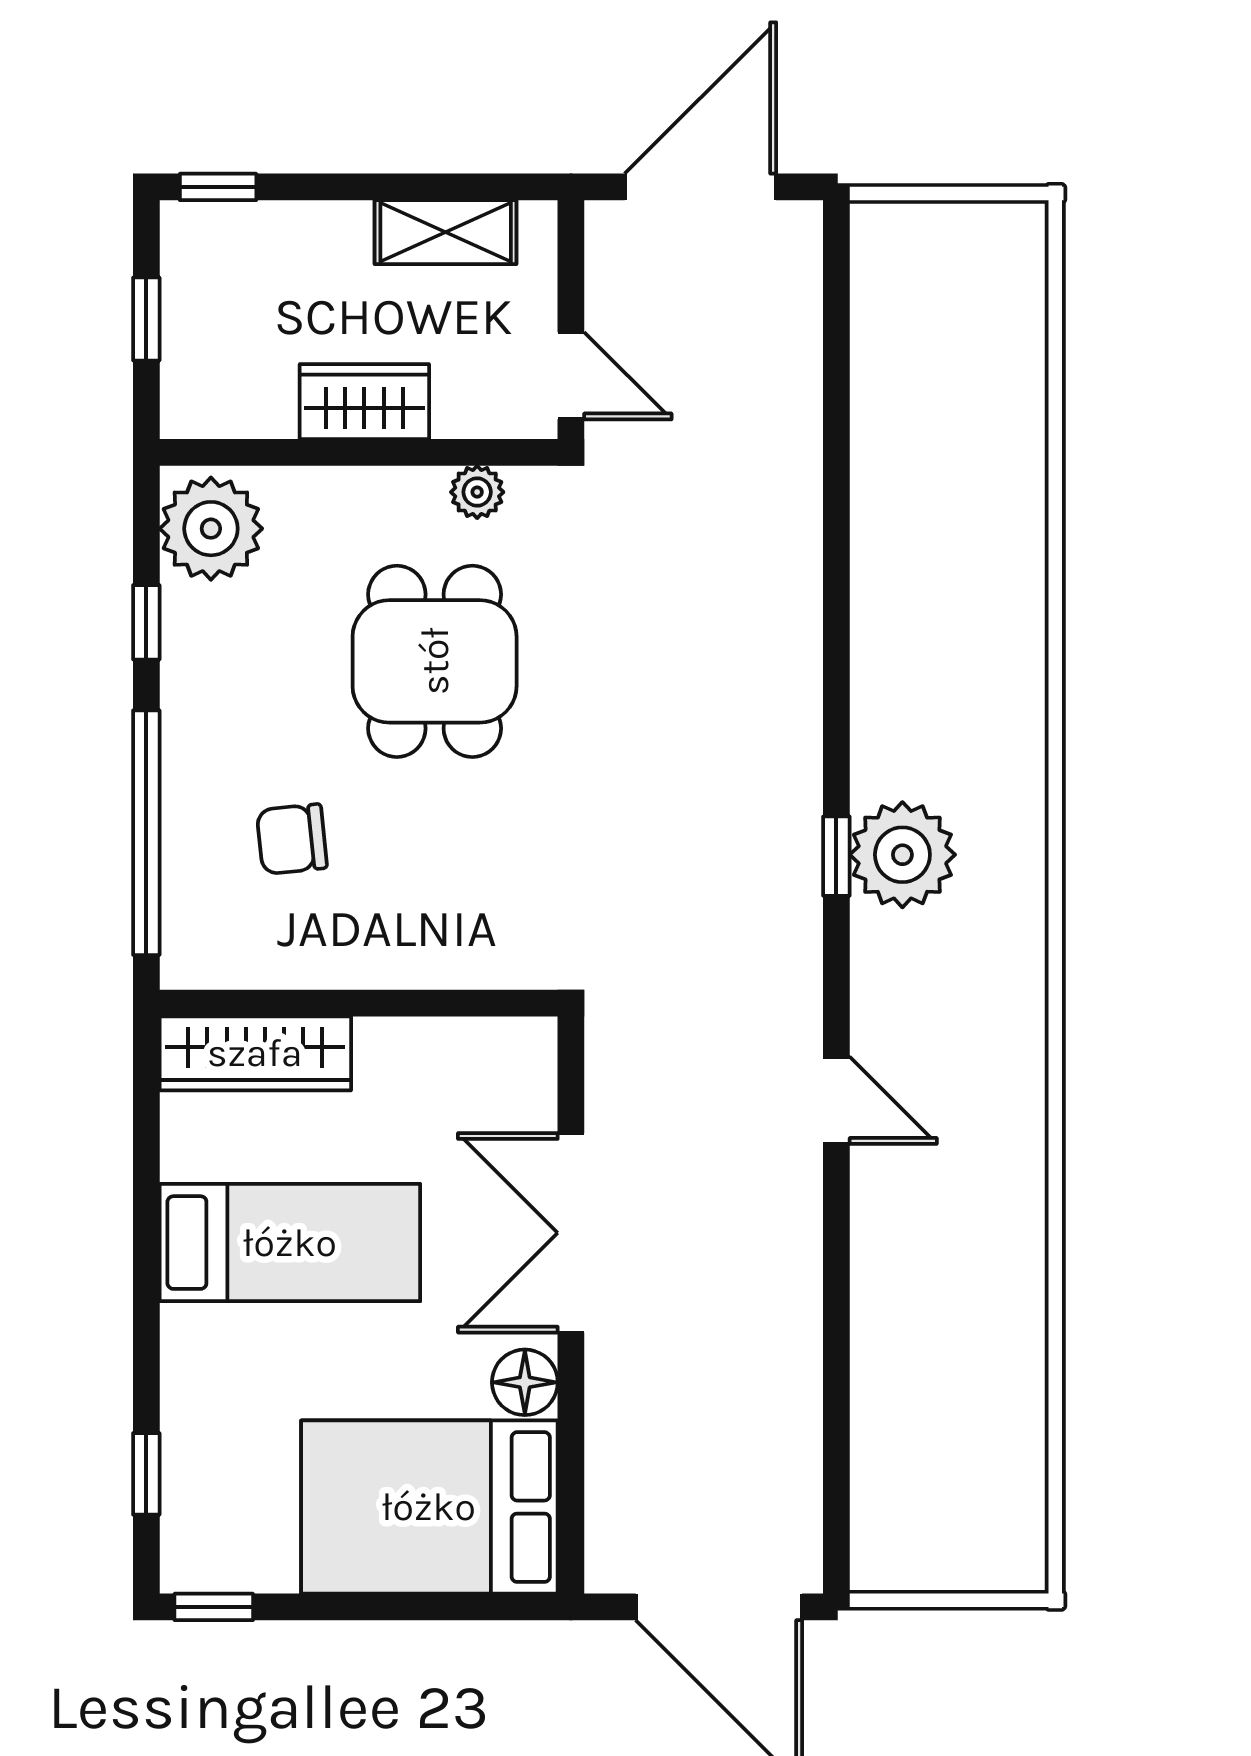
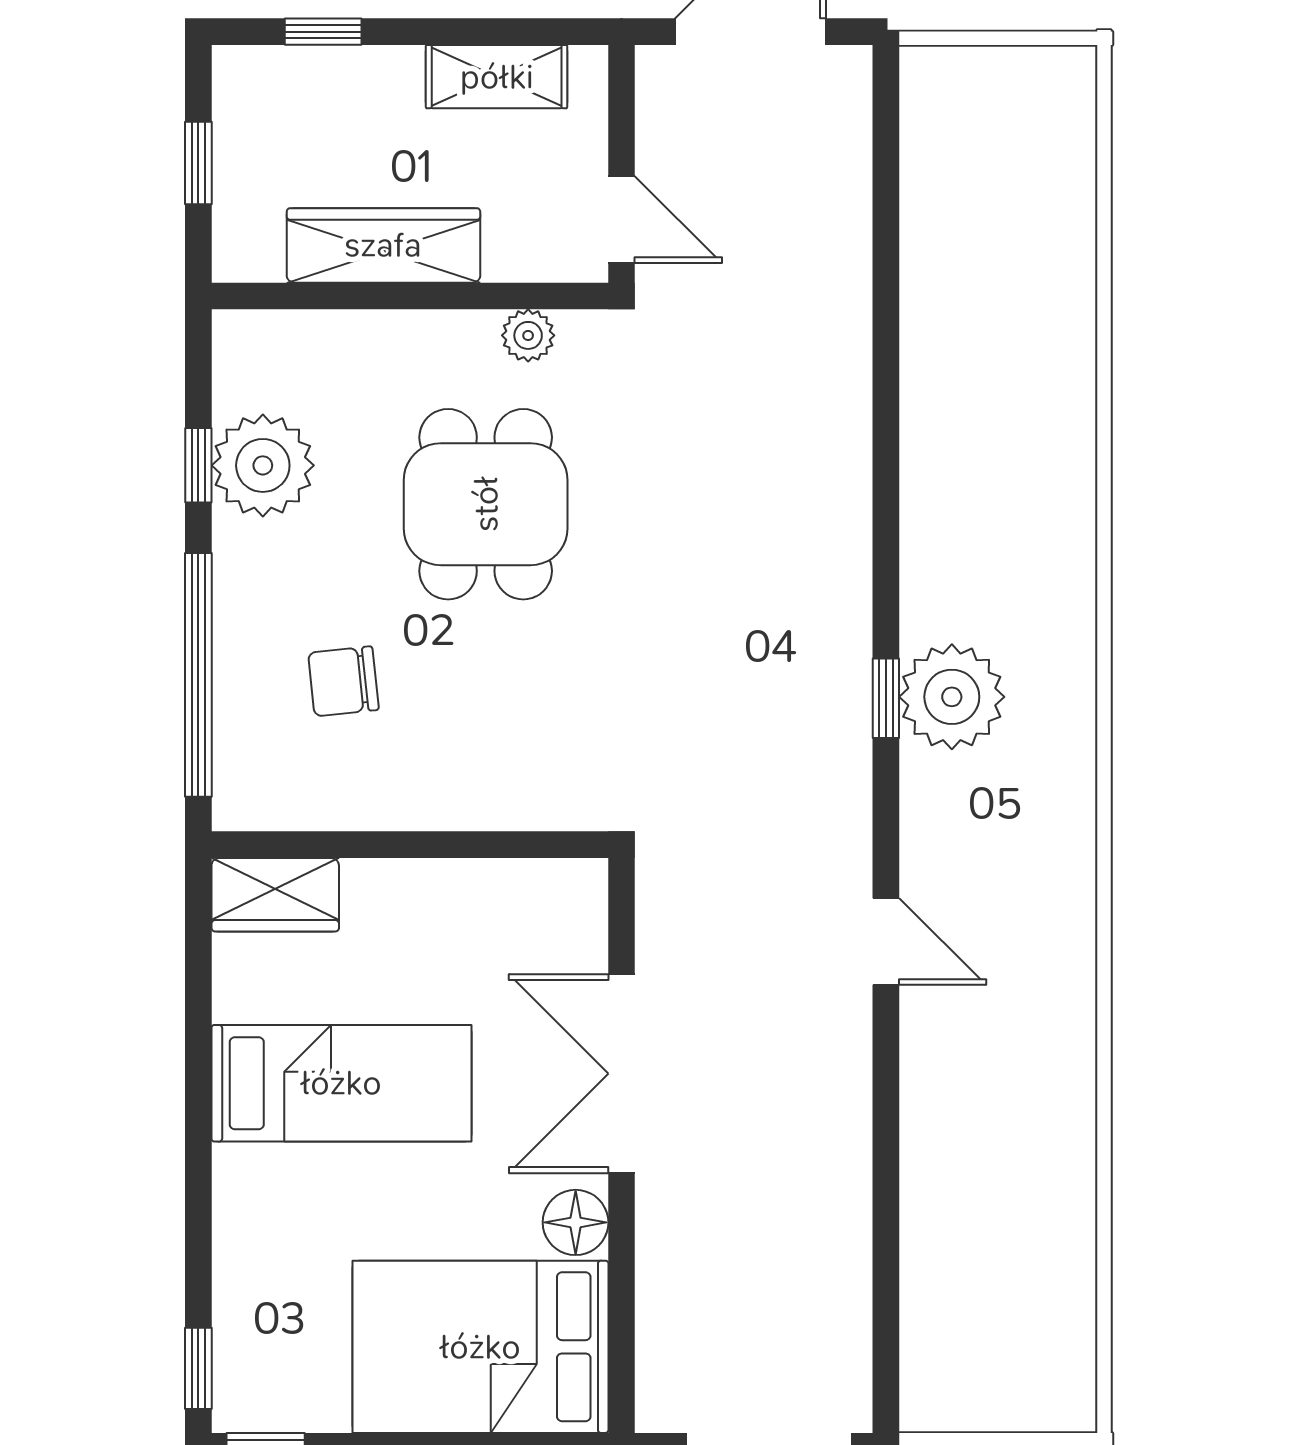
window: (218, 187) -> (323, 32), moved
wardrobe: (364, 402) -> (383, 245), width x1.50
plant: (211, 529) -> (263, 465), moved
wardrobe: (255, 1053) -> (275, 895), width x0.67
window: (146, 1474) -> (198, 1368), moved

